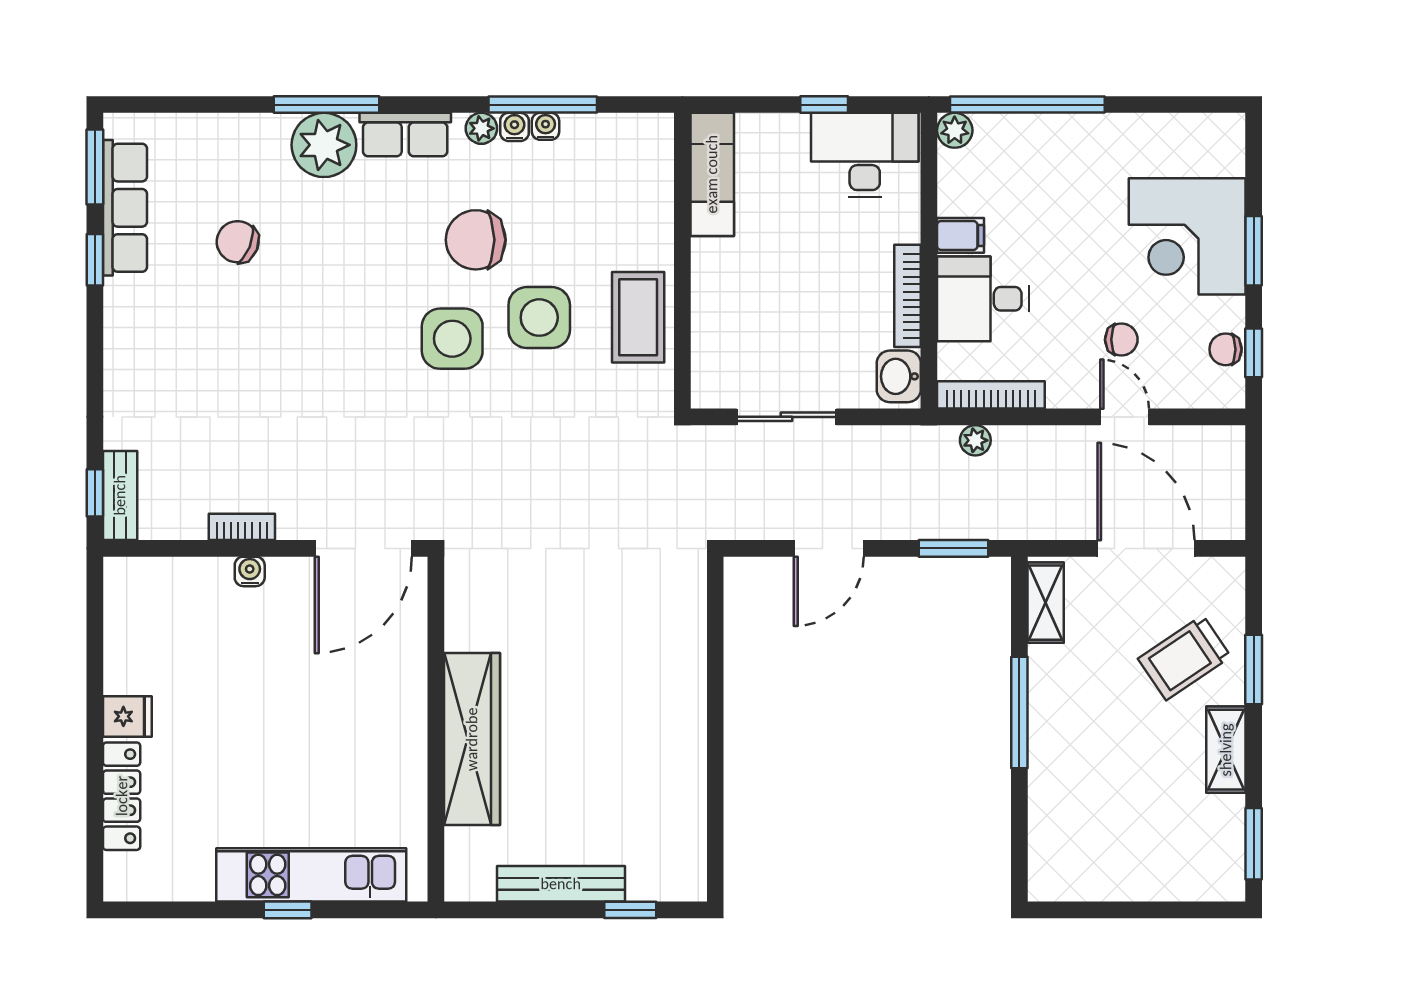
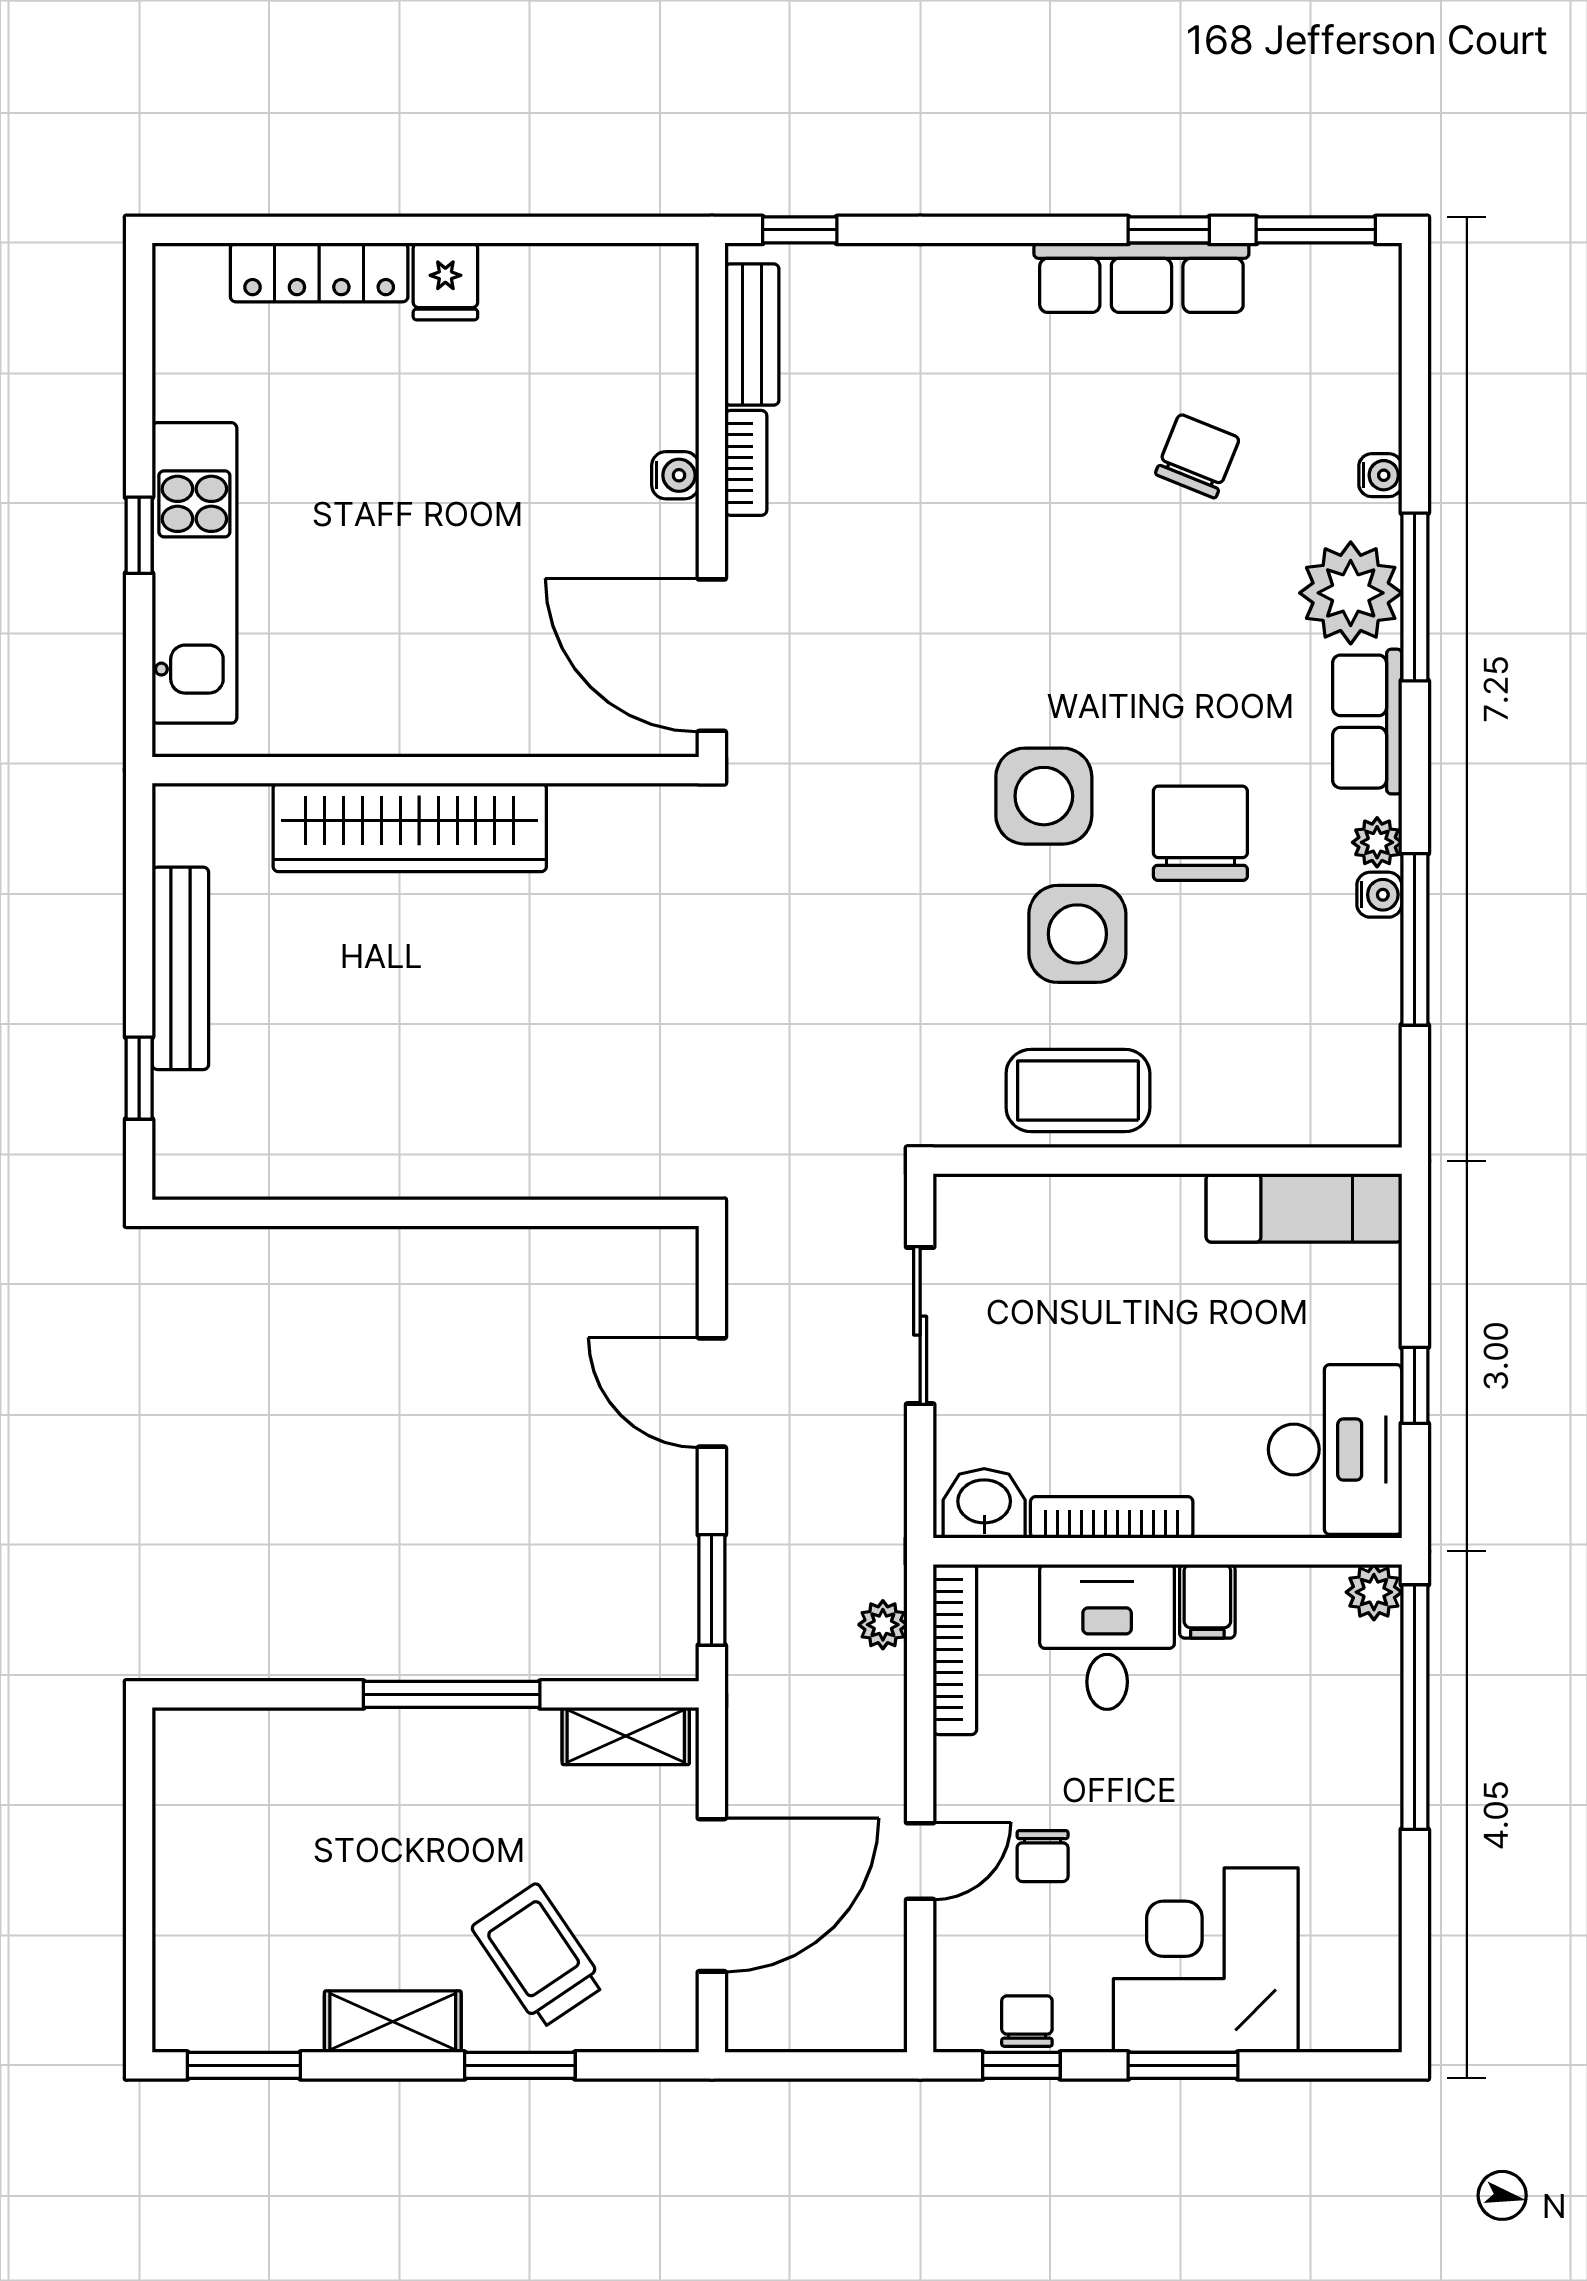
water cooler: (546, 126) -> (1380, 475), moved
row of seats: (125, 208) -> (1141, 278), moved
bench: (120, 495) -> (752, 335), moved, turned 90

